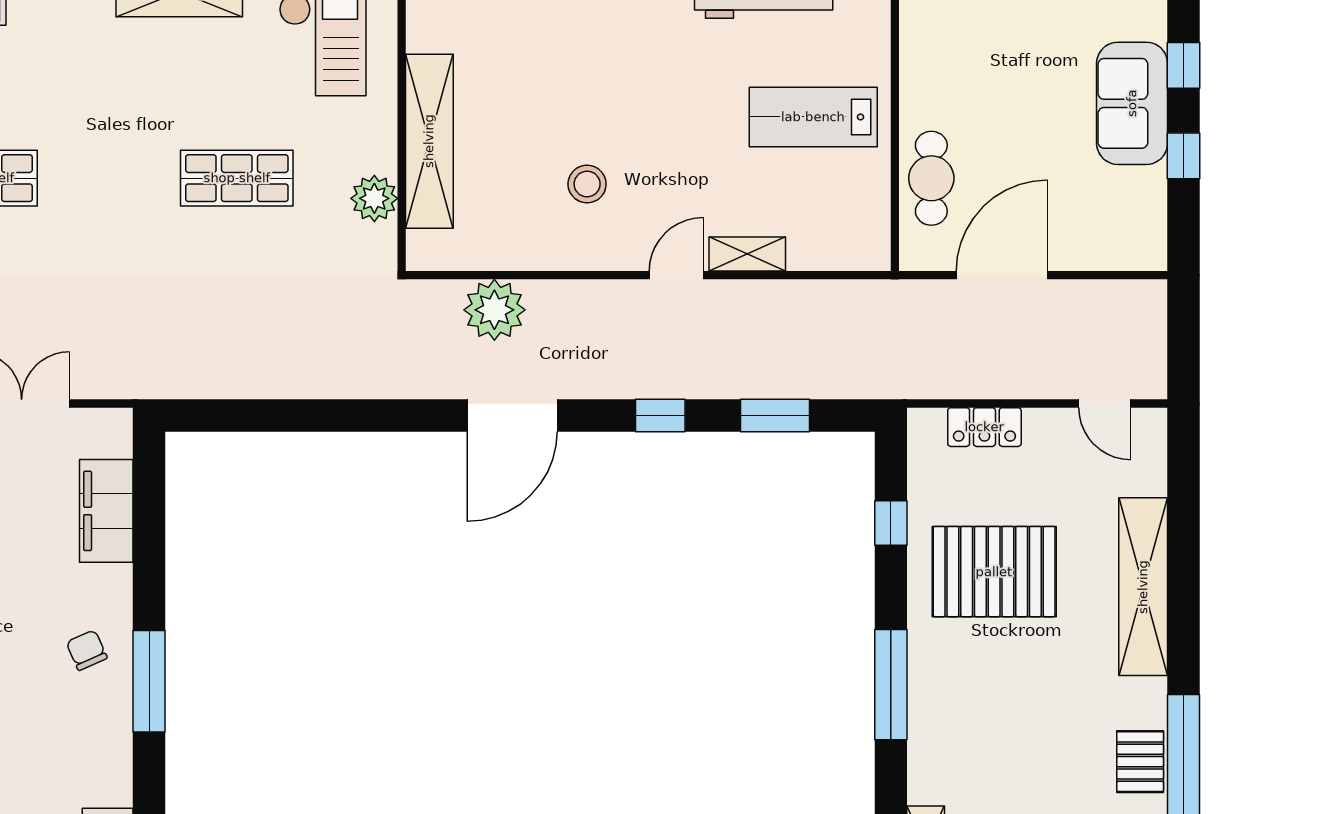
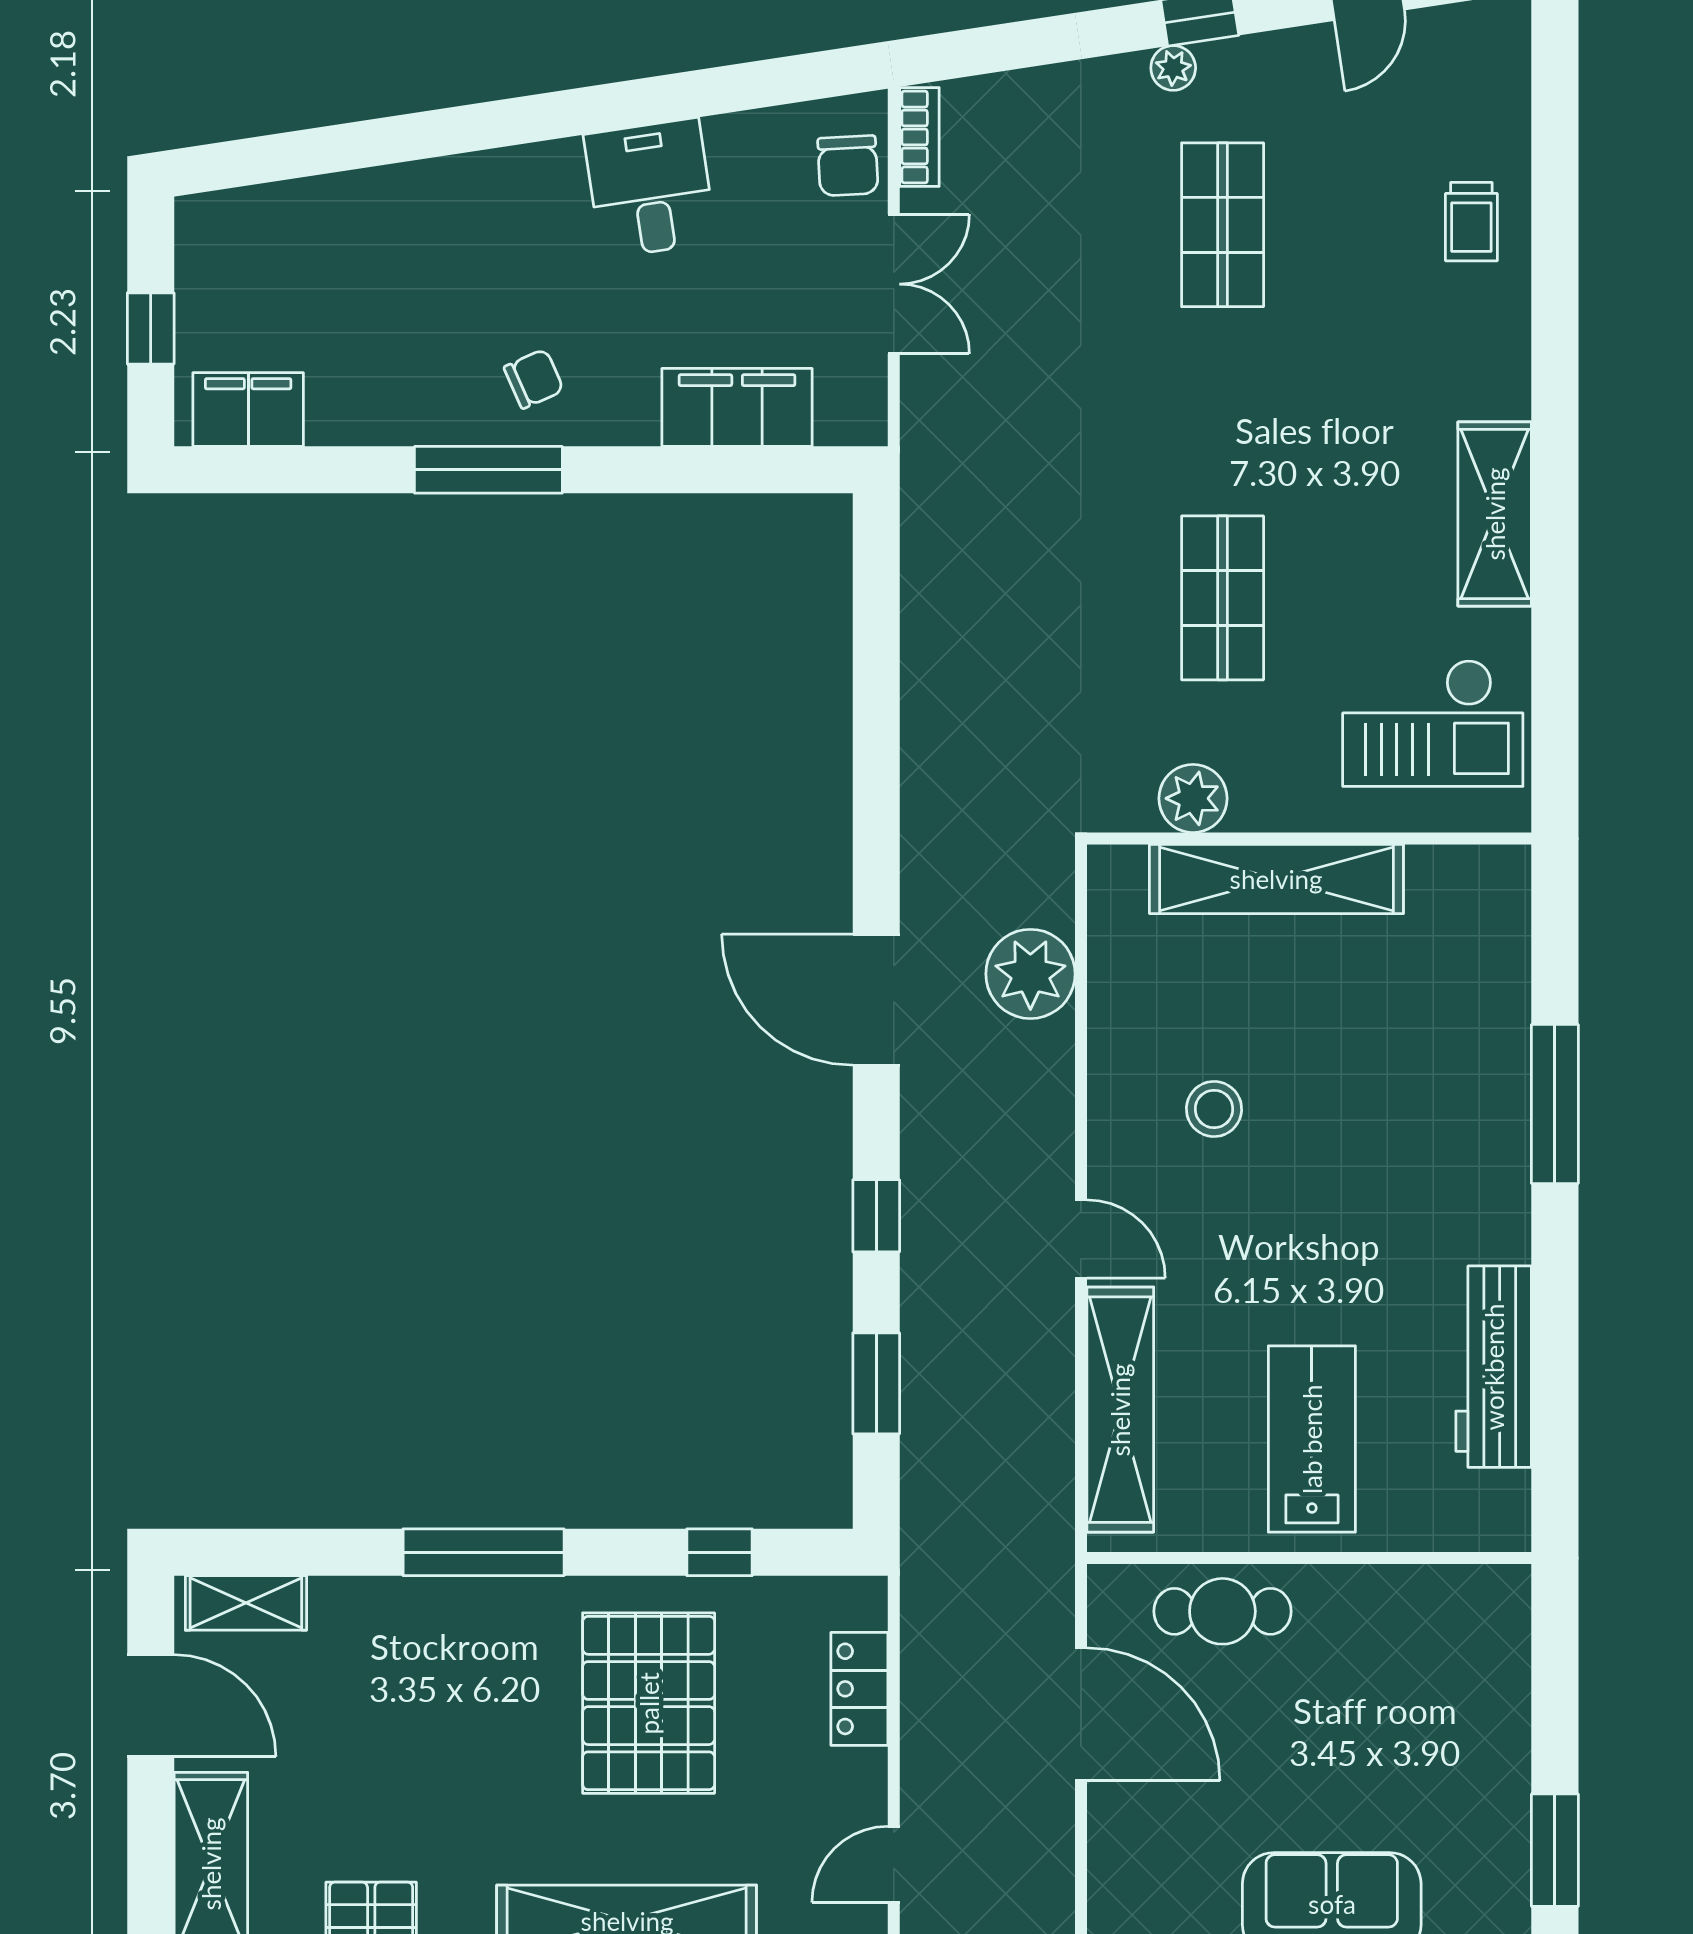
shelving: (747, 254) -> (1120, 1410), width x2.20, depth x1.33

